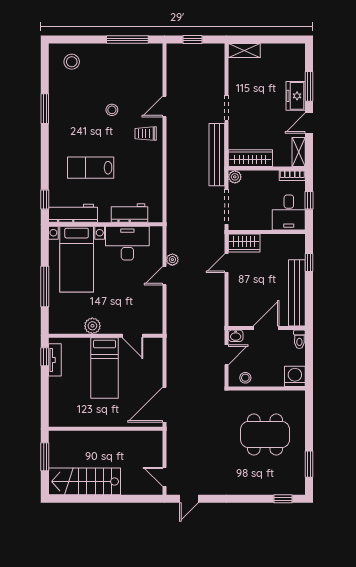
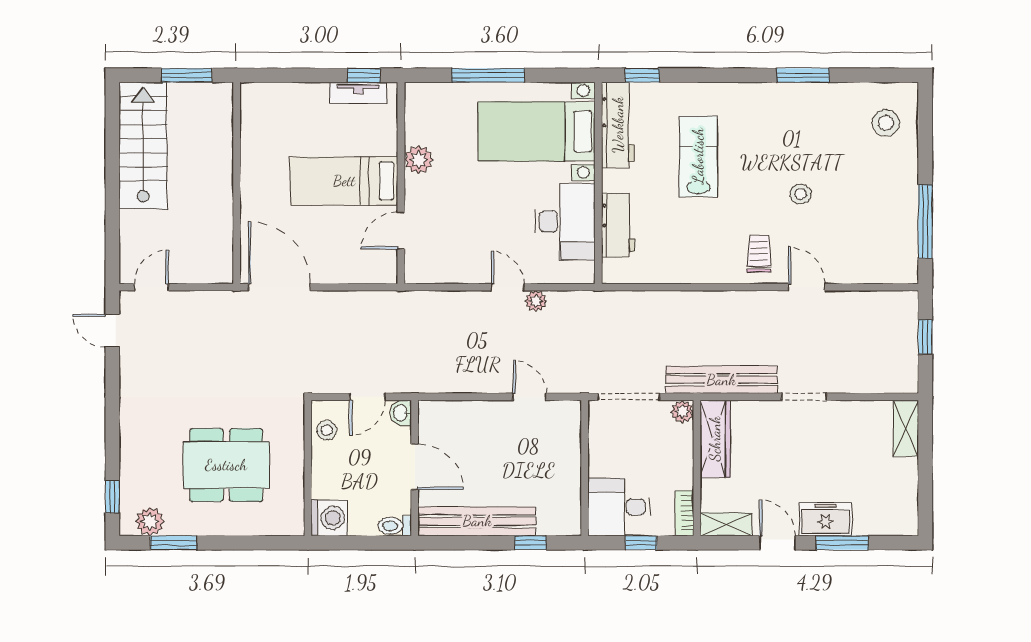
wardrobe: (244, 243) -> (565, 428), removed
door: (226, 355) -> (367, 397), hinge flipped
dining table: (265, 435) -> (226, 465), turned 90
plant: (297, 478) -> (150, 521), added

